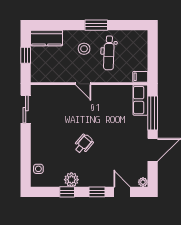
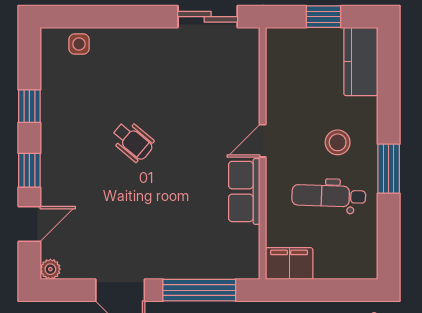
filing cabinet: (140, 77) -> (289, 264), width x2.00
row of seats: (140, 100) -> (244, 191), moved, turned -90
plant: (71, 180) -> (56, 115), removed

